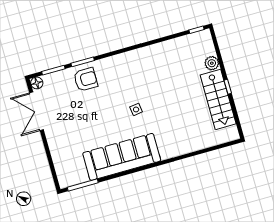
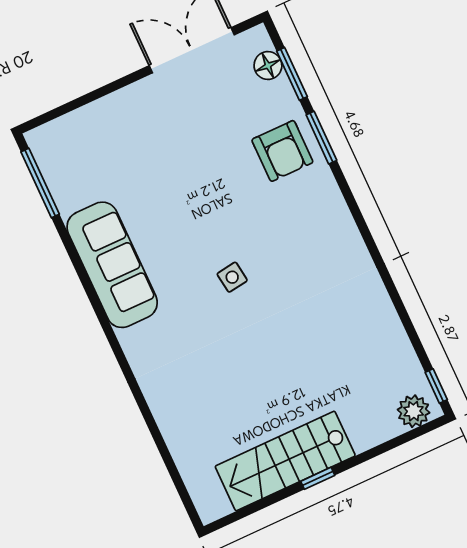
plant: (212, 63) -> (414, 411), moved
floor lamp: (37, 83) -> (268, 66), moved
sofa: (122, 157) -> (112, 265), width x0.74, depth x0.79

